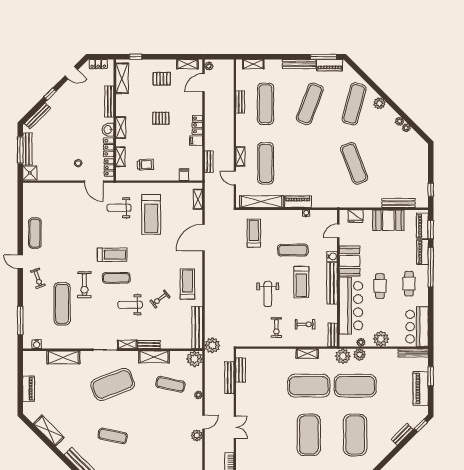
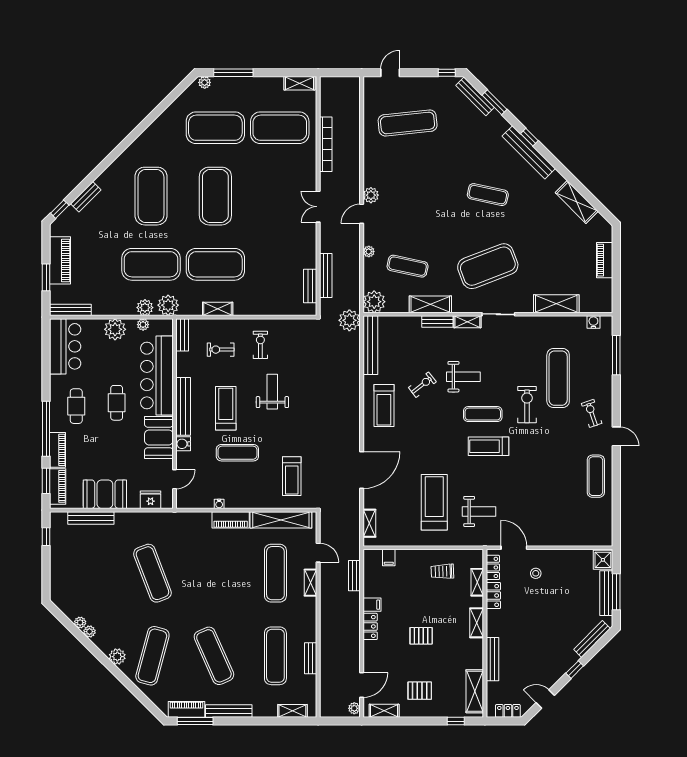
exercise mat: (310, 104) -> (214, 656), turned -45
washbasin: (108, 130) -> (494, 620), removed

